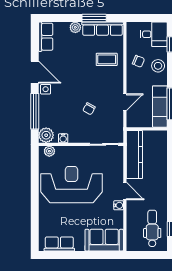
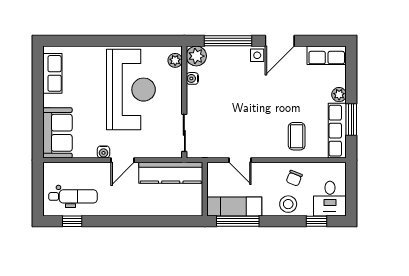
chair: (89, 109) -> (231, 113), removed

